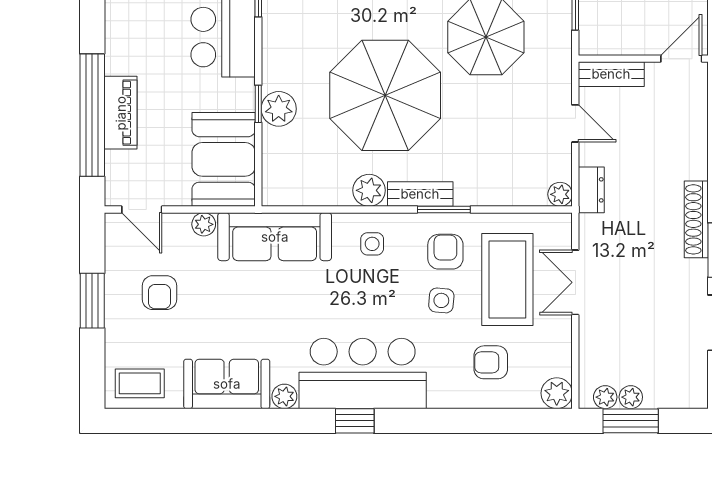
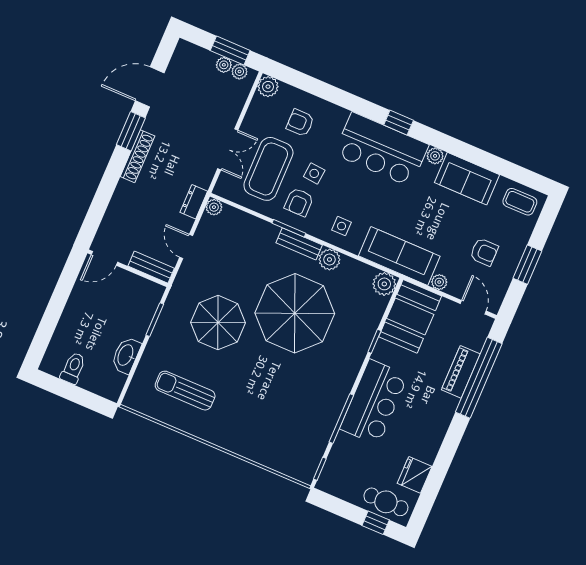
plant: (279, 109) -> (384, 284), moved
armchair: (159, 293) -> (484, 252), turned 90
armchair: (491, 362) -> (300, 123), turned 180

